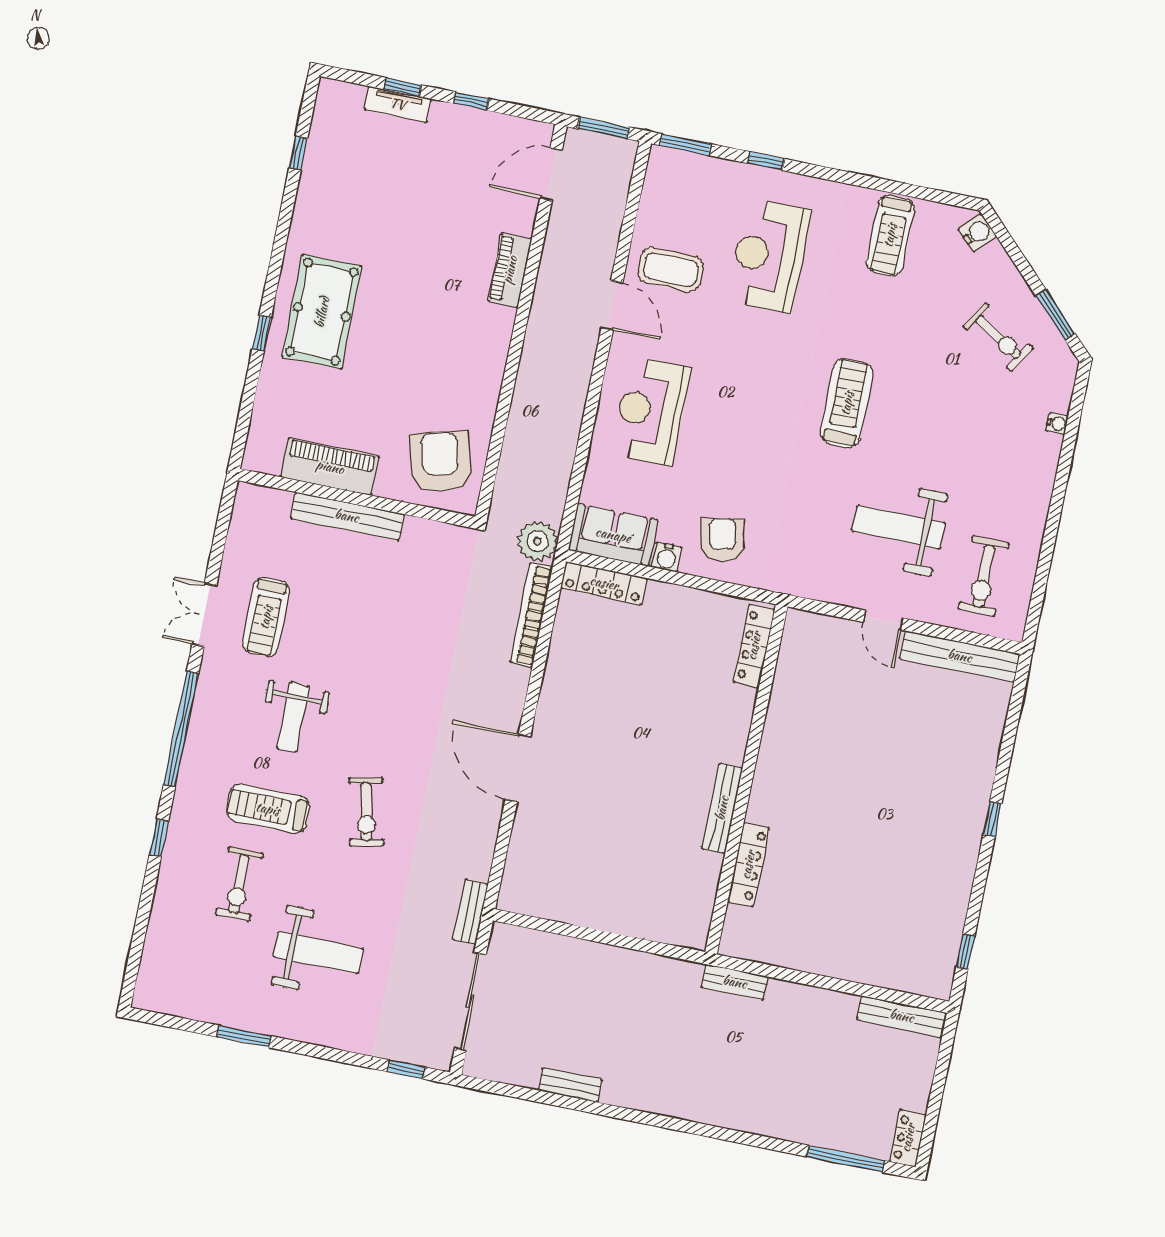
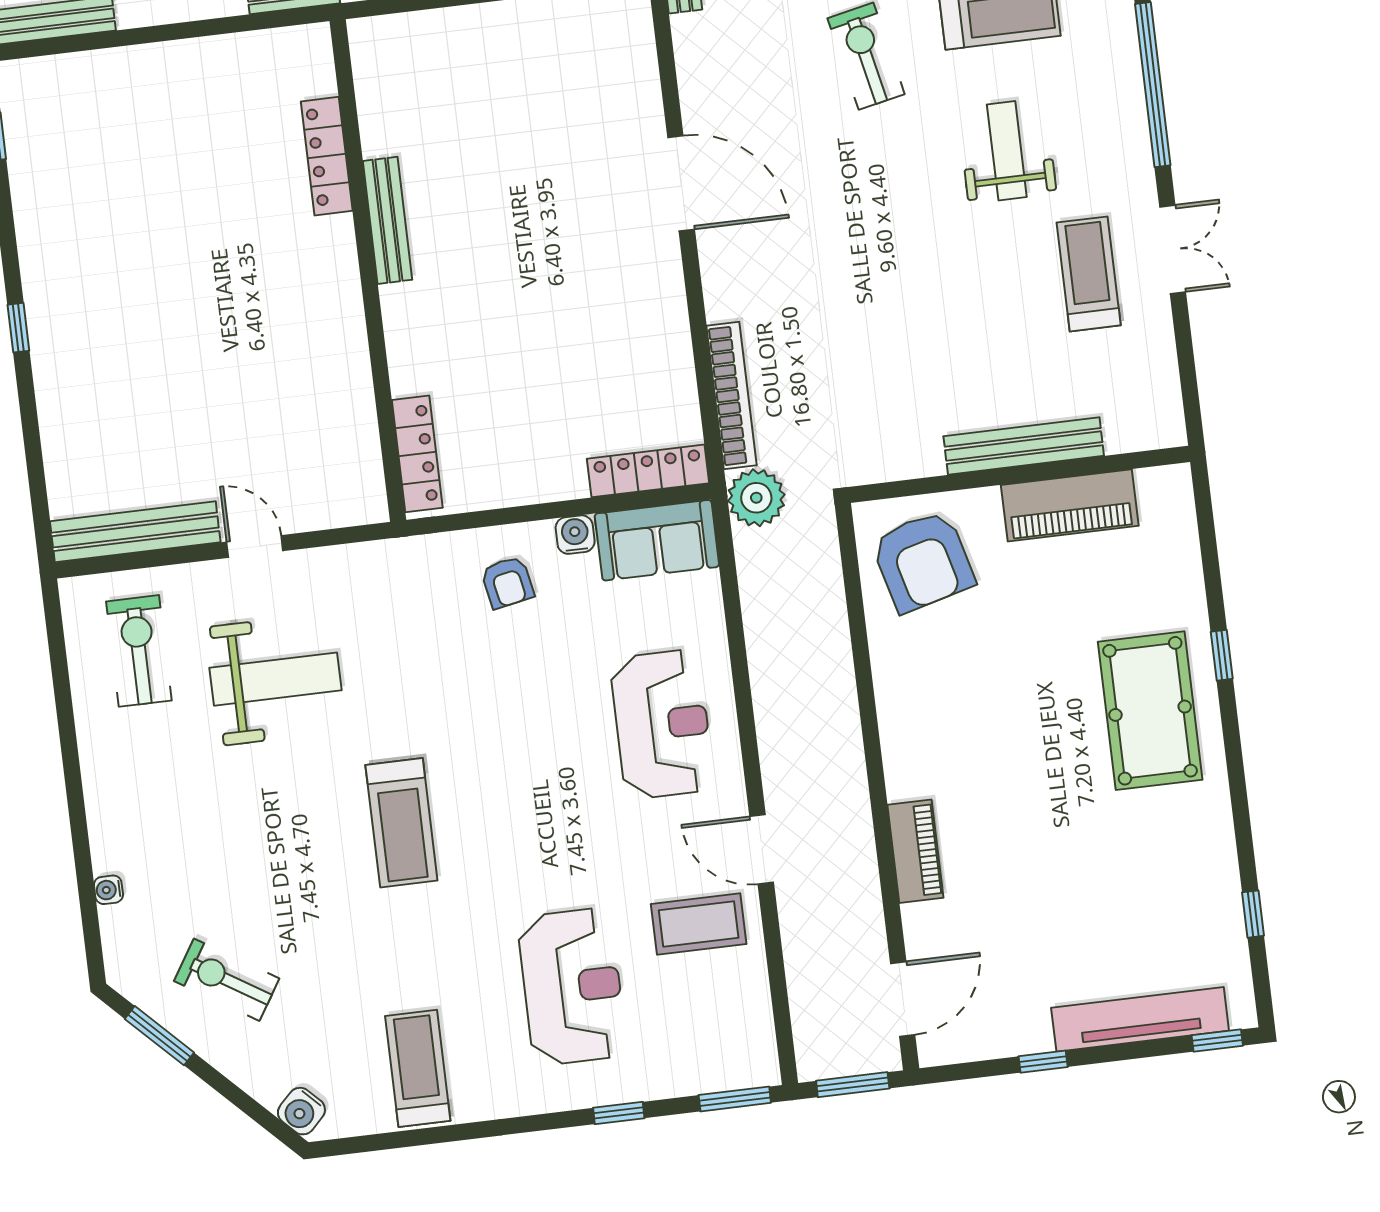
window: (403, 87) -> (1217, 1041), moved
tv unit: (398, 104) -> (1140, 1019), width x1.92, depth x1.29
armchair: (722, 540) -> (508, 582), width x0.72, depth x0.72

